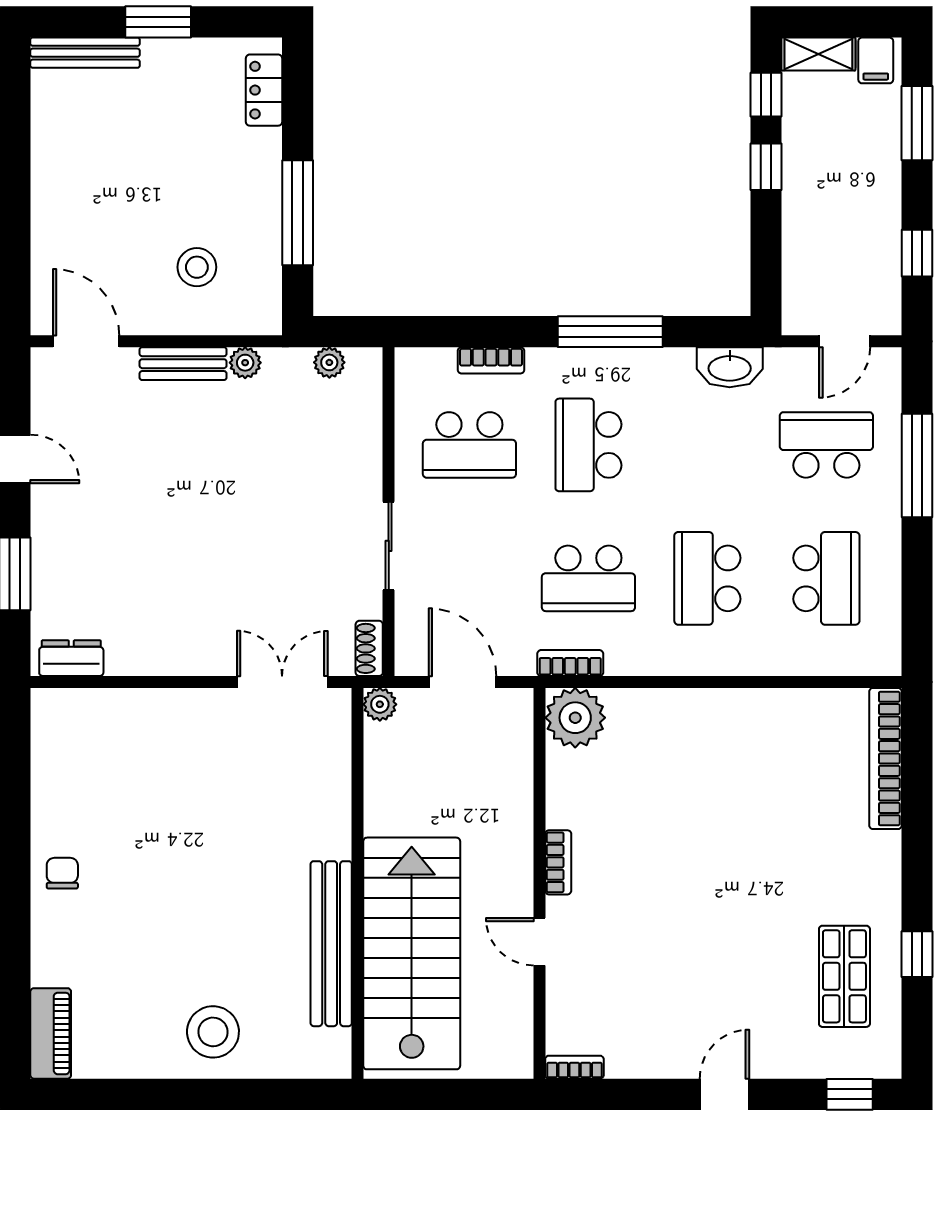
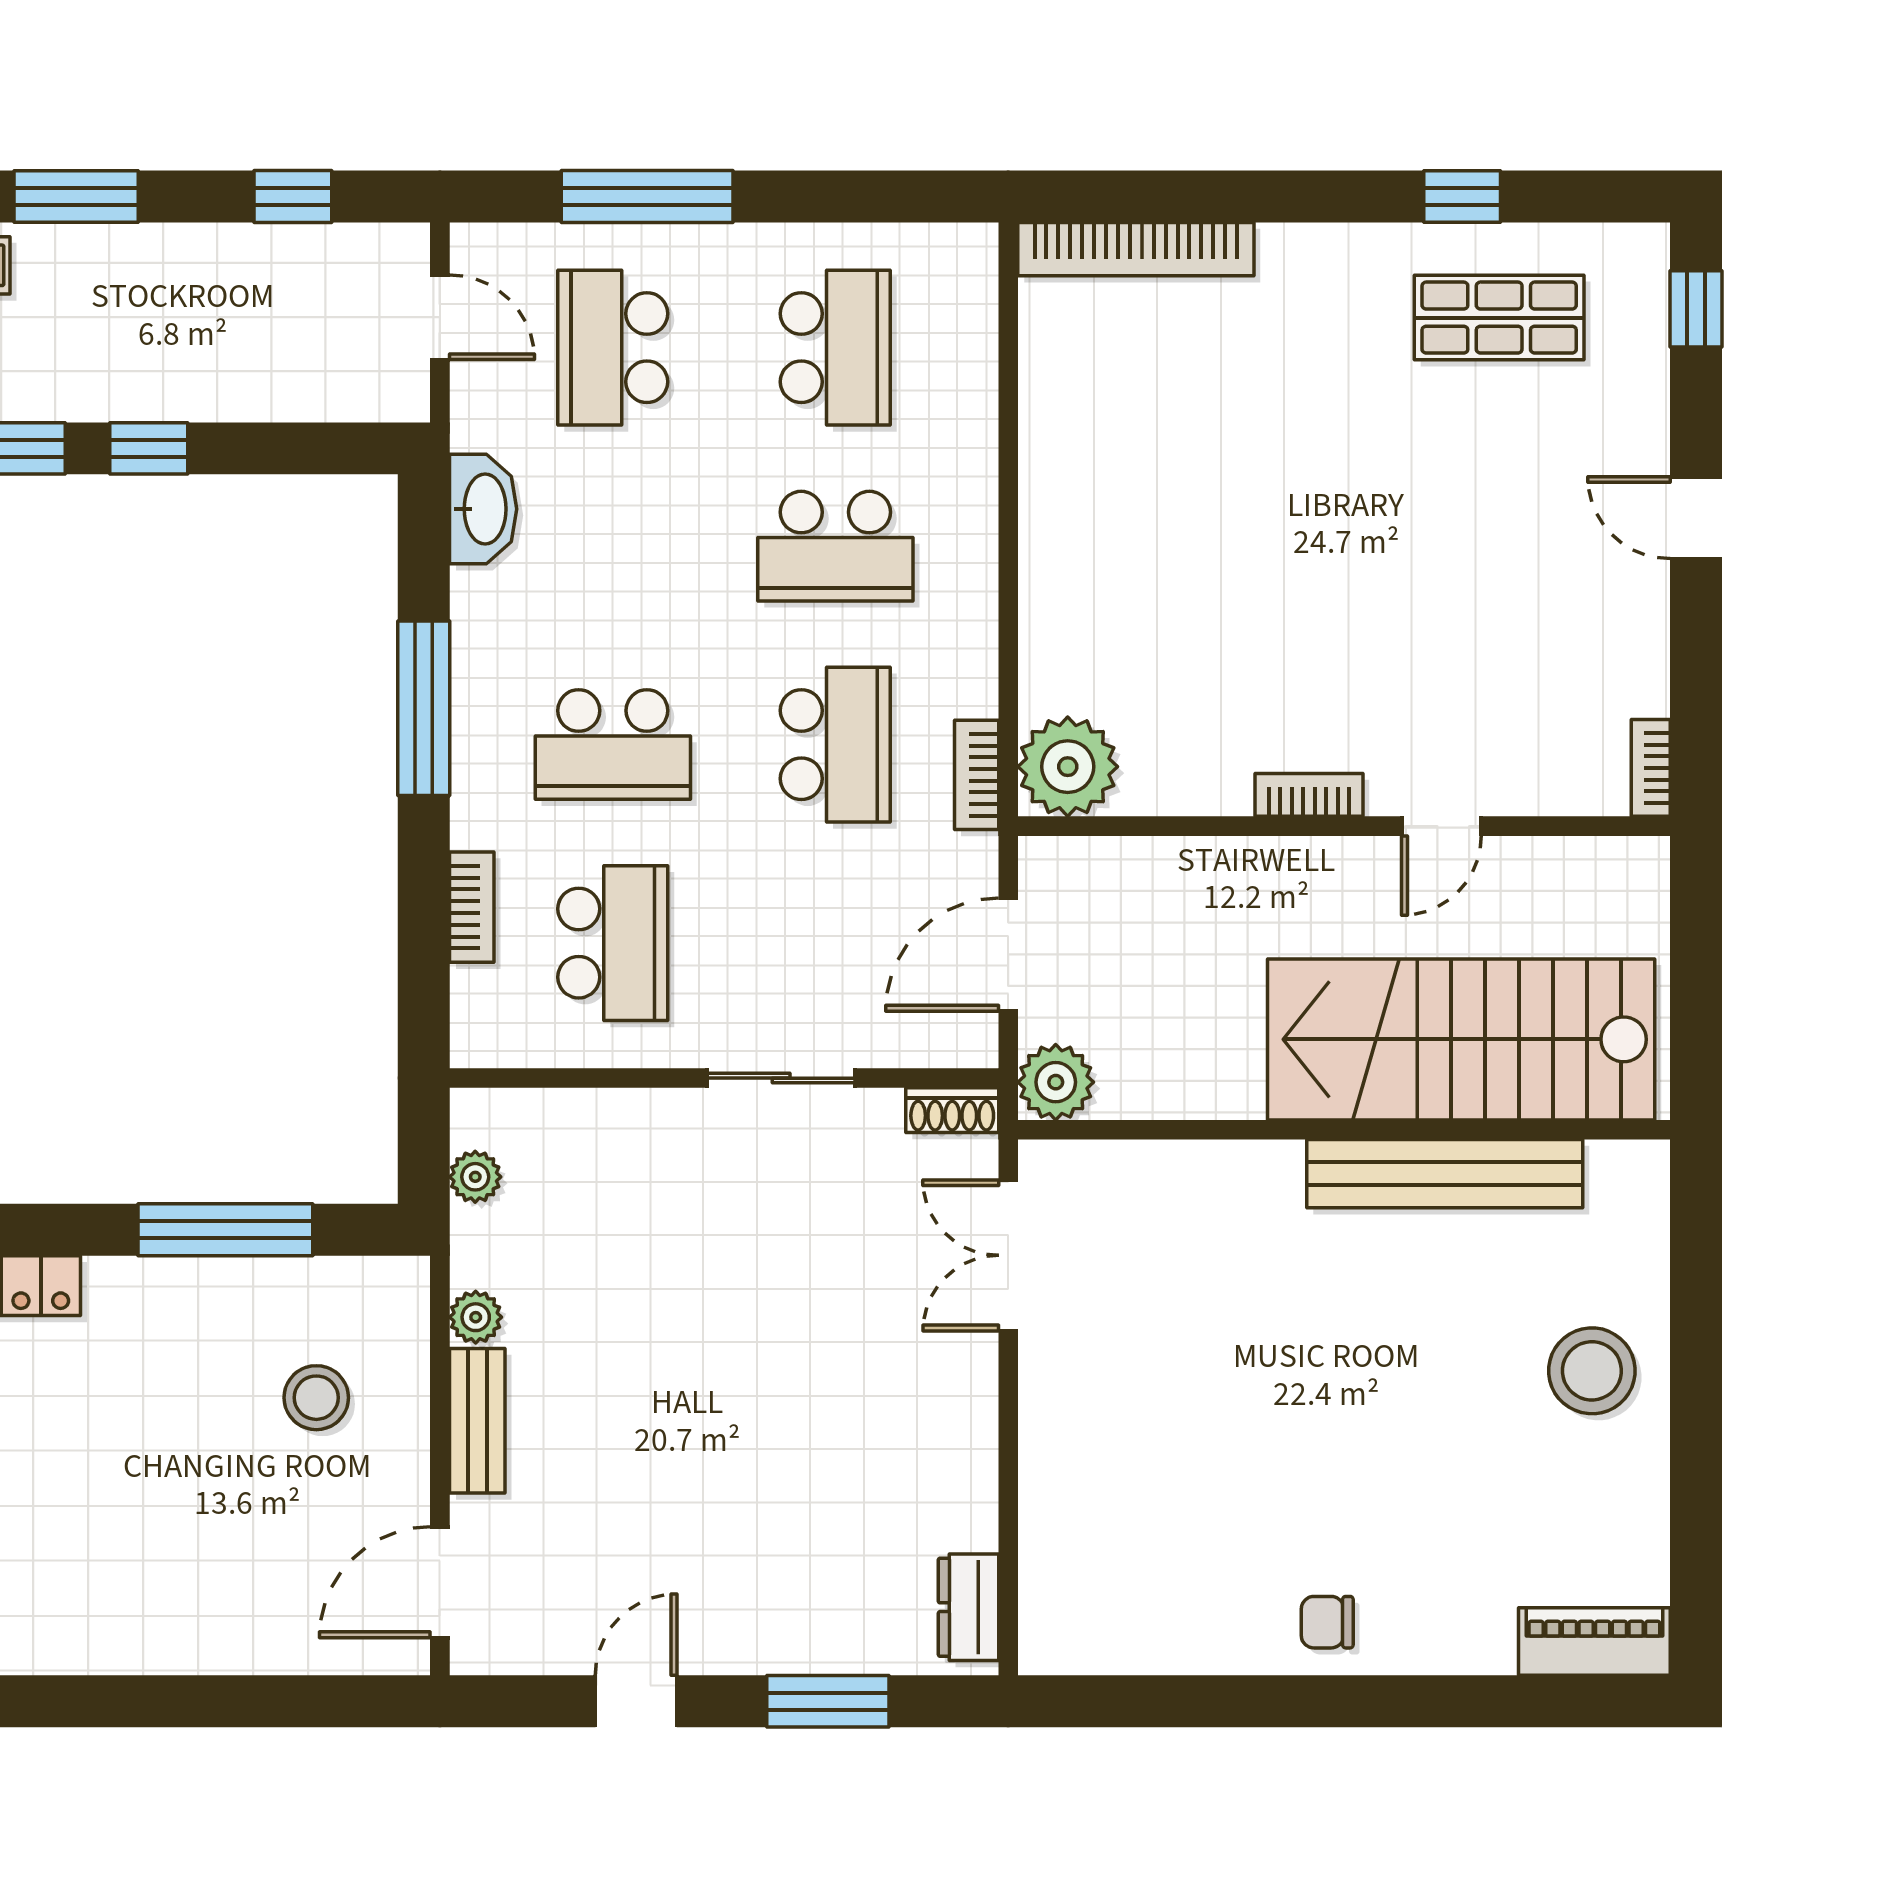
school desk: (826, 578) -> (835, 348), turned 90
plant: (380, 704) -> (1056, 1082), width x1.38, depth x1.38

